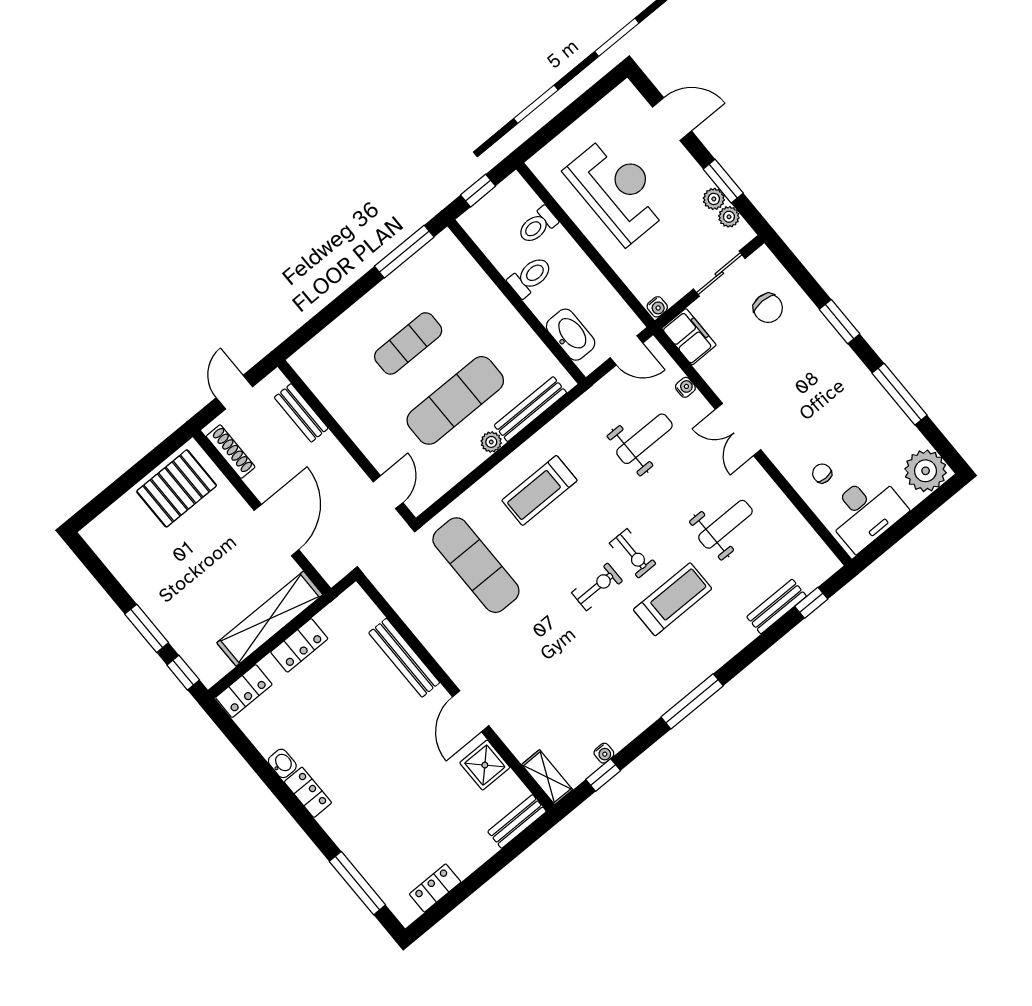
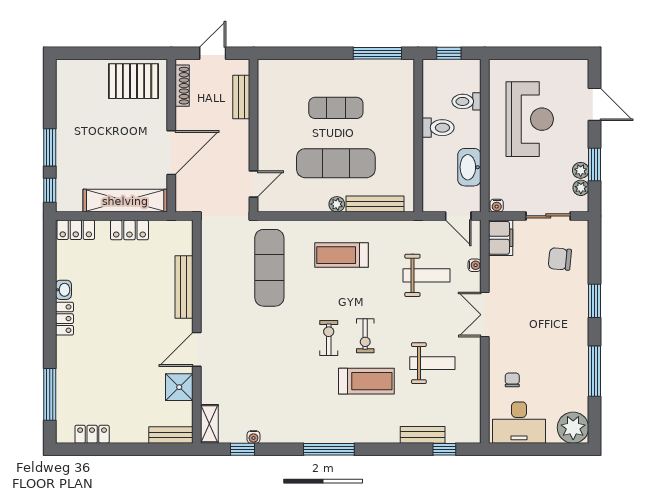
chair: (768, 308) -> (560, 259), turned 95
washbasin: (571, 335) -> (469, 167), moved, turned 180
exercise bike: (597, 587) -> (329, 338), turned -90

